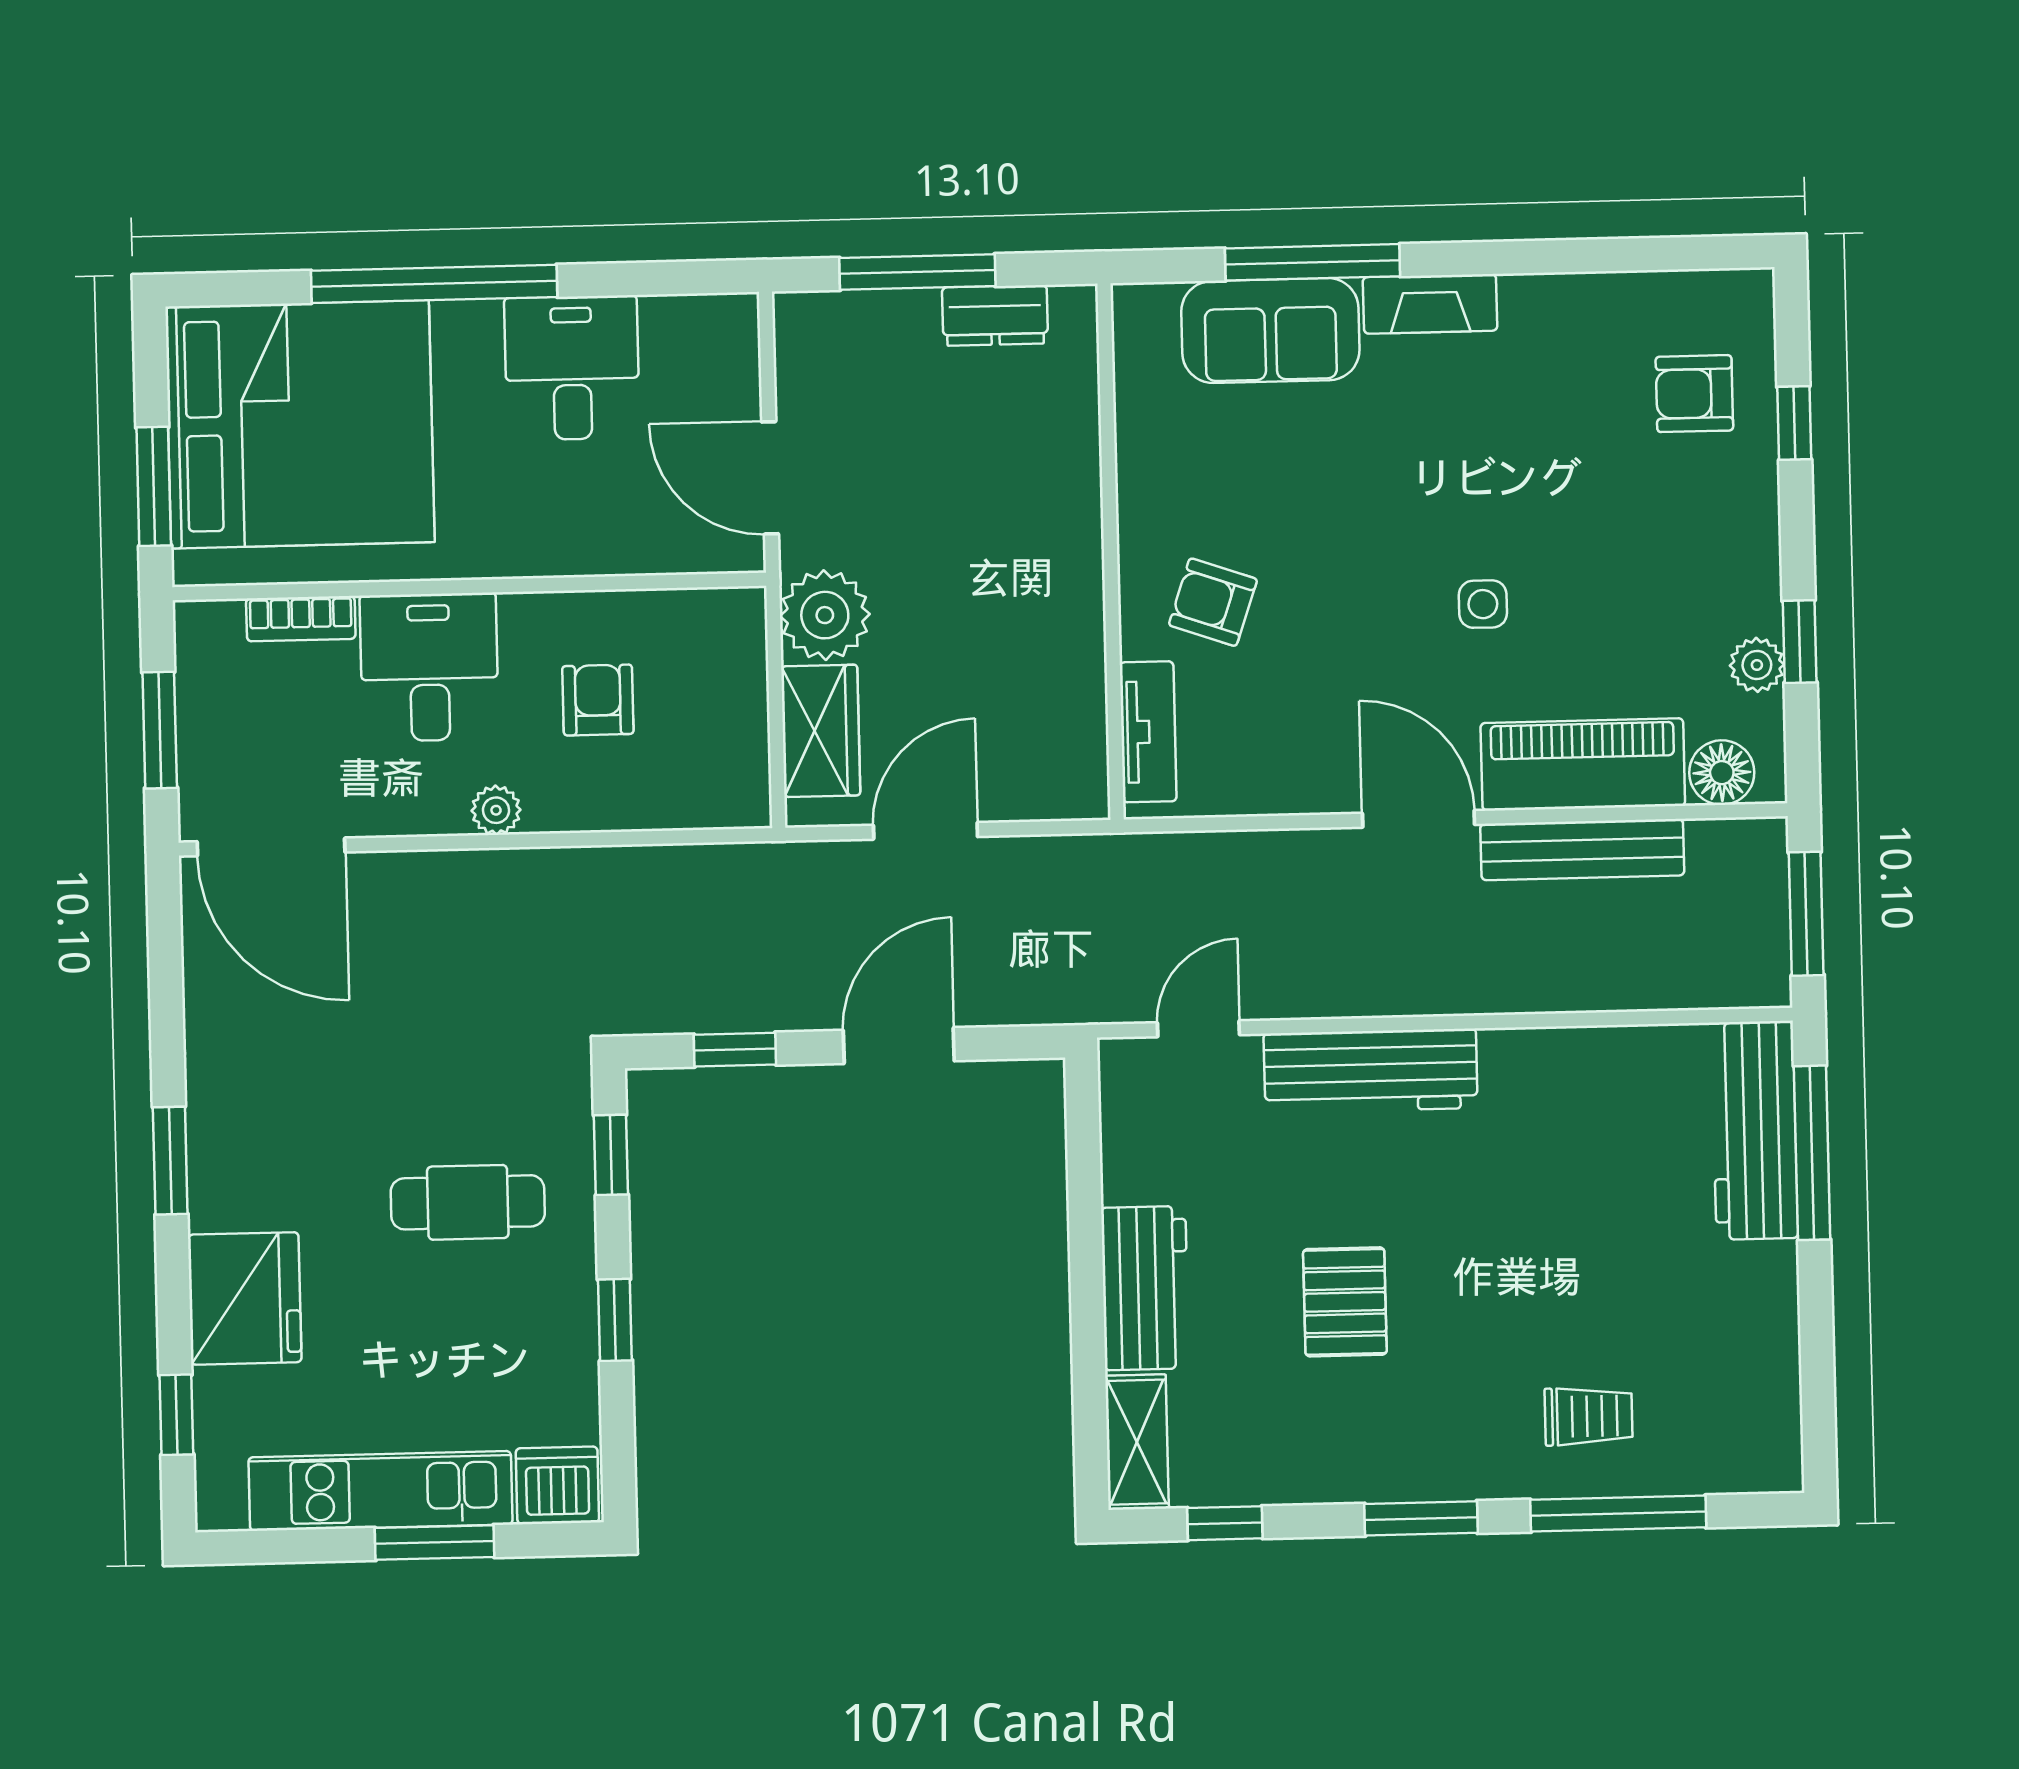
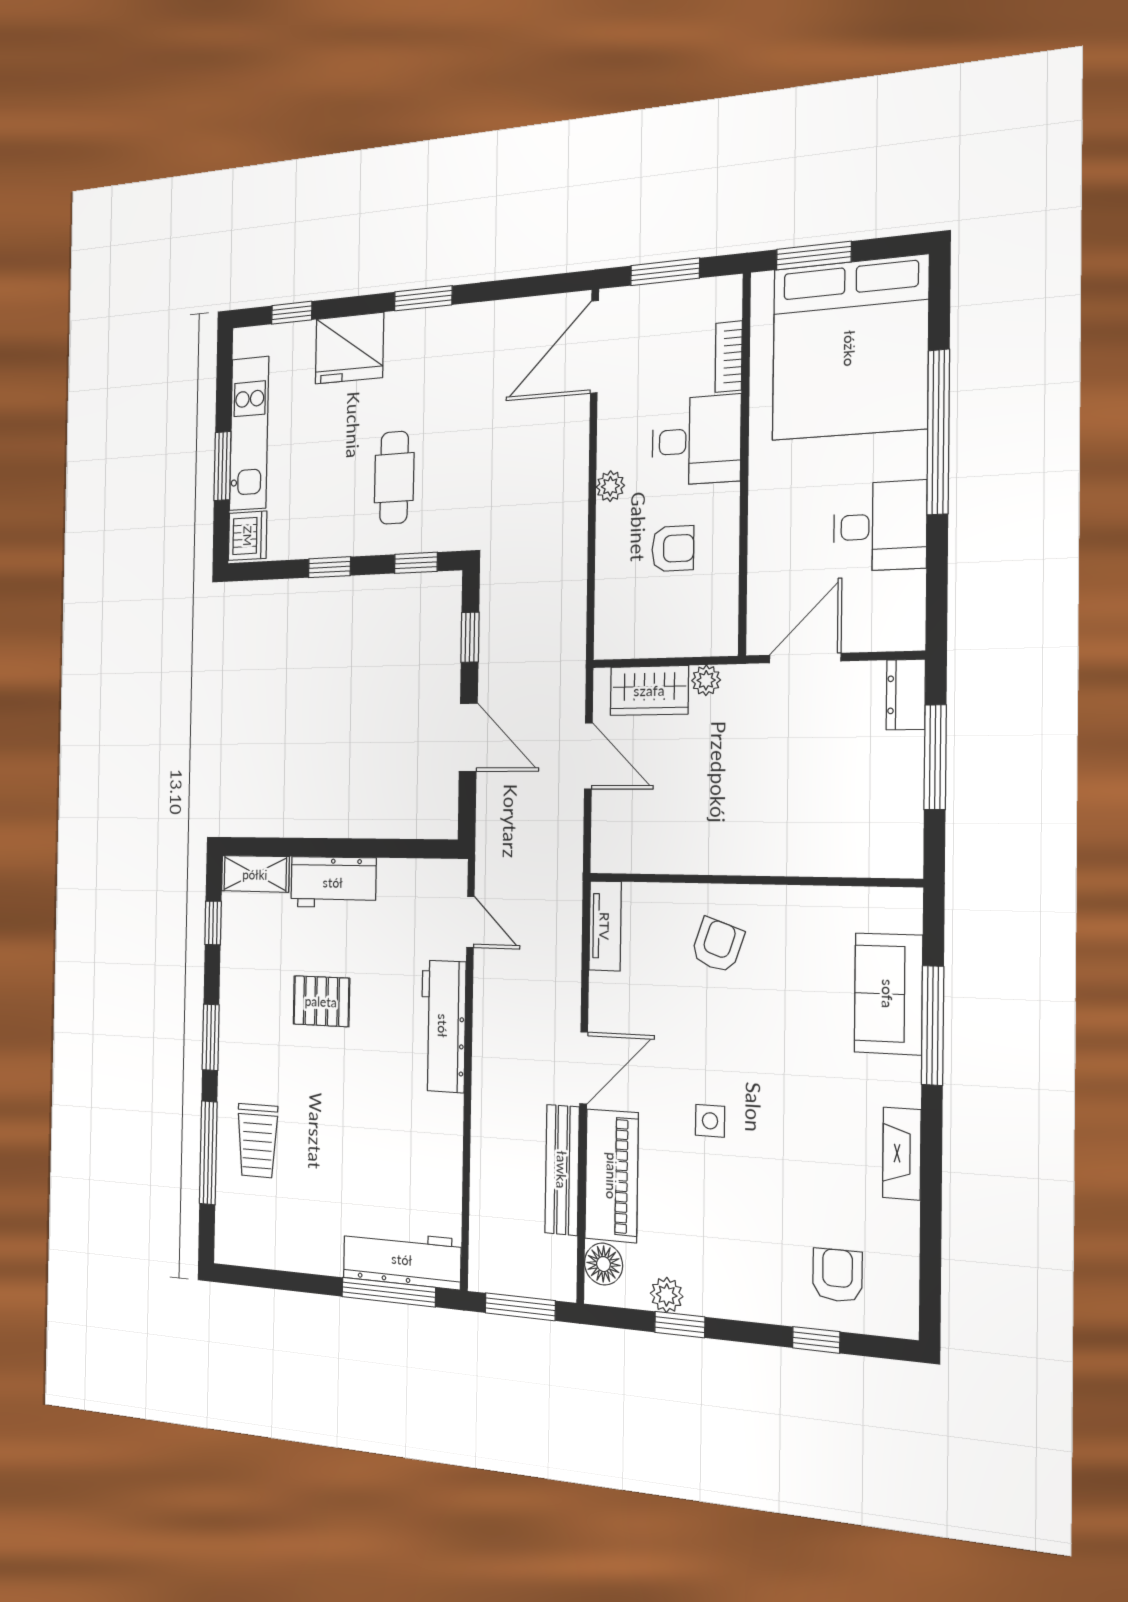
fireplace: (1430, 304) -> (902, 1154), moved
dresser: (995, 315) -> (906, 695), moved
plant: (825, 615) -> (706, 680), width x0.53, depth x0.53
tv unit: (1148, 732) -> (605, 926), moved, turned -90
trolley: (1589, 1416) -> (257, 1141), width x1.36, depth x1.39

